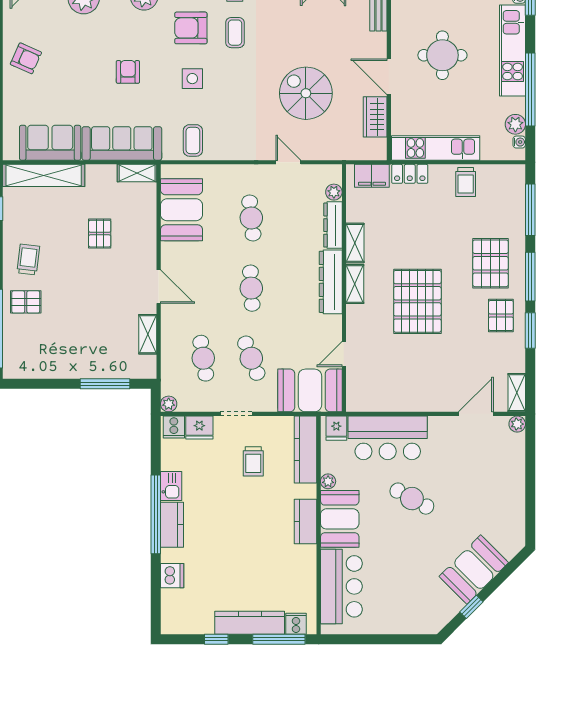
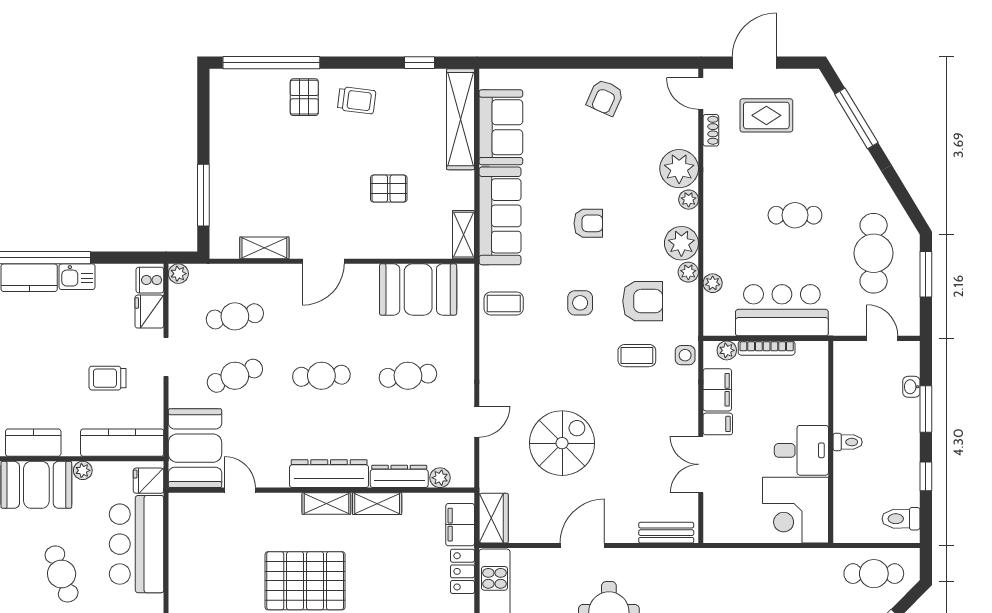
armchair: (191, 28) -> (643, 301), turned 90
wardrobe: (375, 117) -> (494, 518), moved, turned 90
cafe table: (412, 499) -> (62, 574), turned -48

